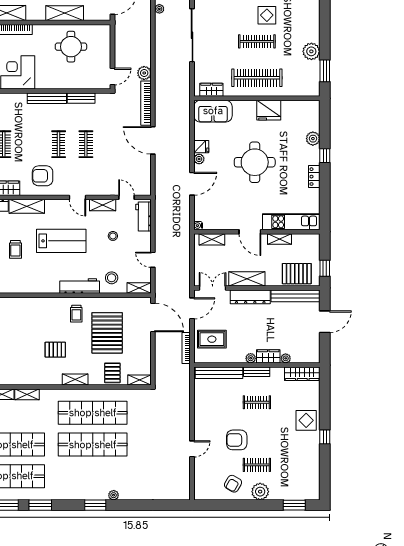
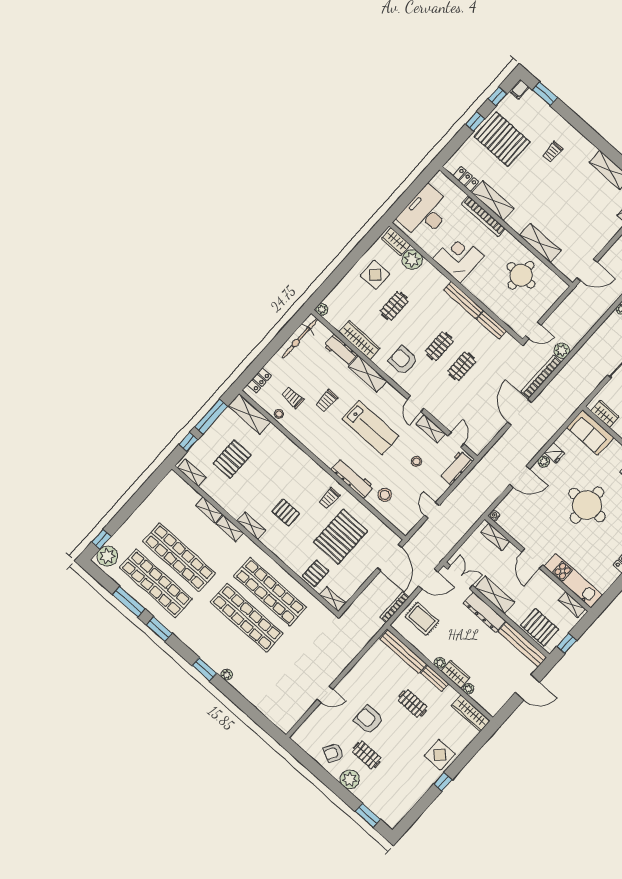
shelving: (280, 239) -> (572, 605), moved
shelving: (139, 288) -> (400, 523), removed
shelving: (75, 379) -> (251, 526), moved

